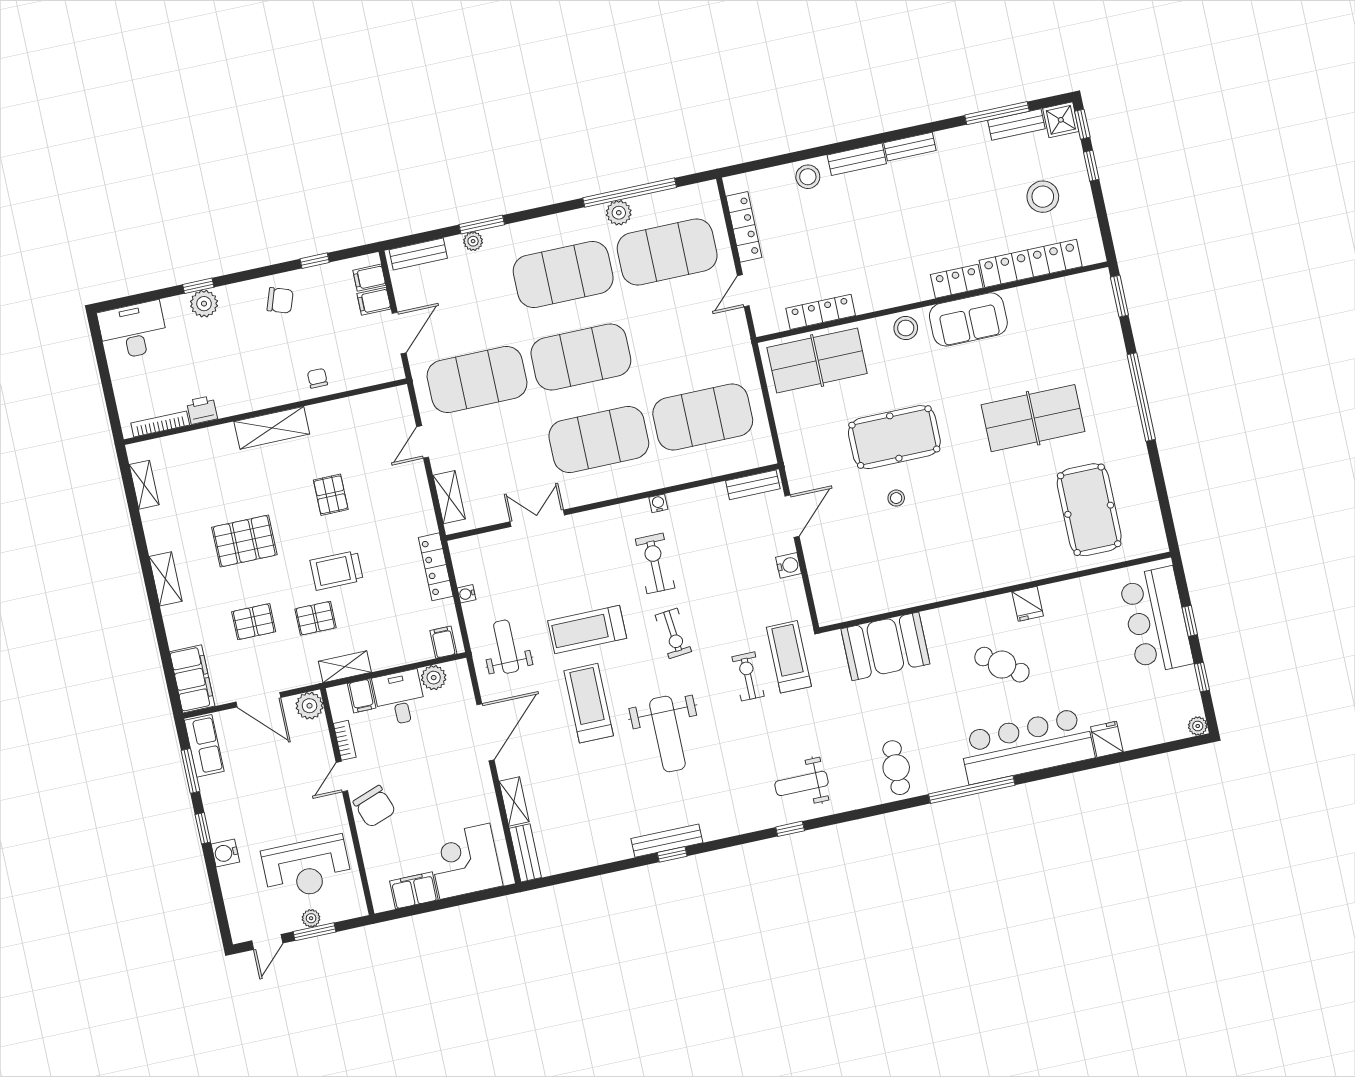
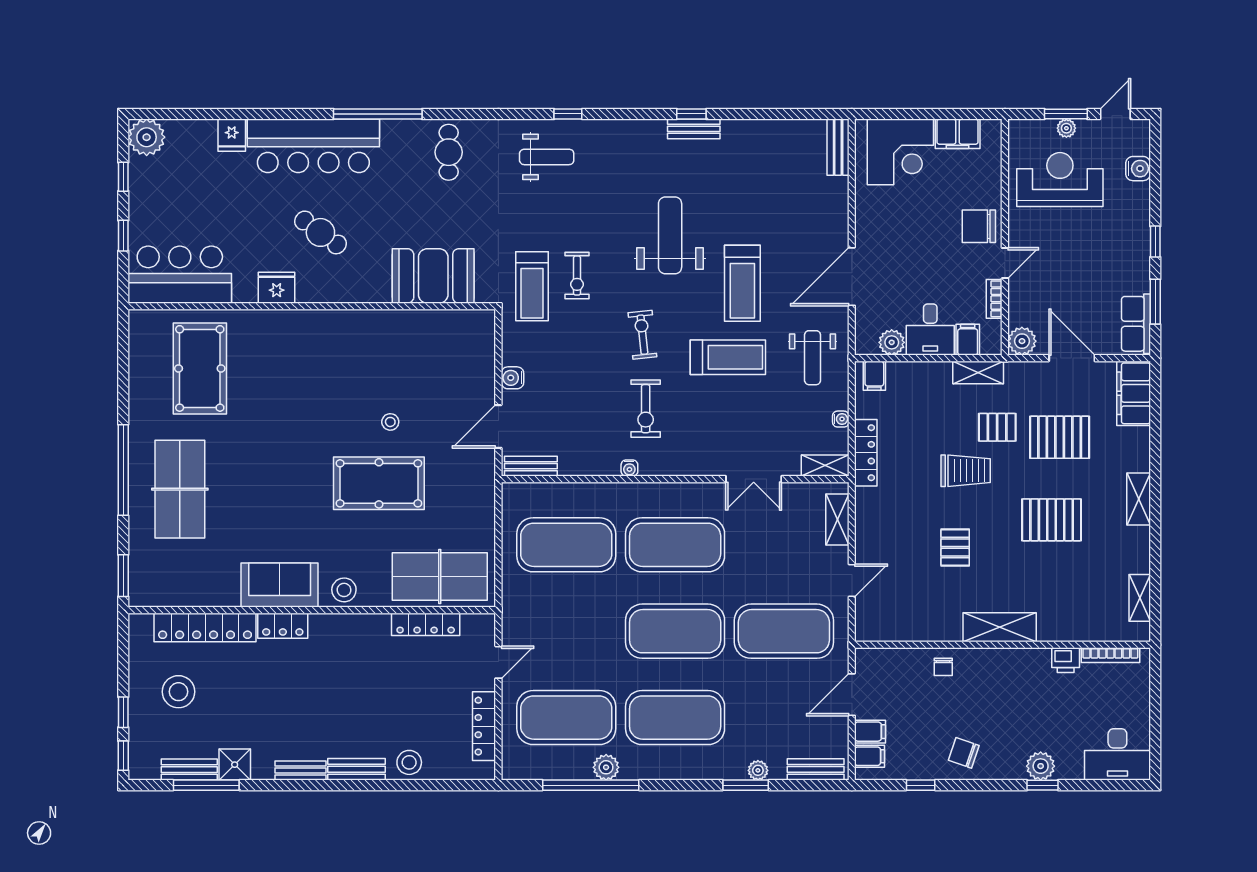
shower: (1061, 120) -> (235, 765), moved
table tennis table: (1033, 418) -> (180, 489), moved, turned 90
fridge: (1028, 604) -> (277, 288), width x1.38
bar counter: (1156, 620) -> (180, 275), moved, turned -90
pallet: (254, 622) -> (1060, 437), width x1.50, depth x1.42
plant: (1198, 726) -> (147, 137), width x1.87, depth x1.87
shelving: (514, 801) -> (825, 466), moved, turned 90
chair: (374, 807) -> (979, 226), turned -70
bench: (667, 841) -> (694, 129), width x0.73
water cooler: (225, 853) -> (1138, 169), moved

